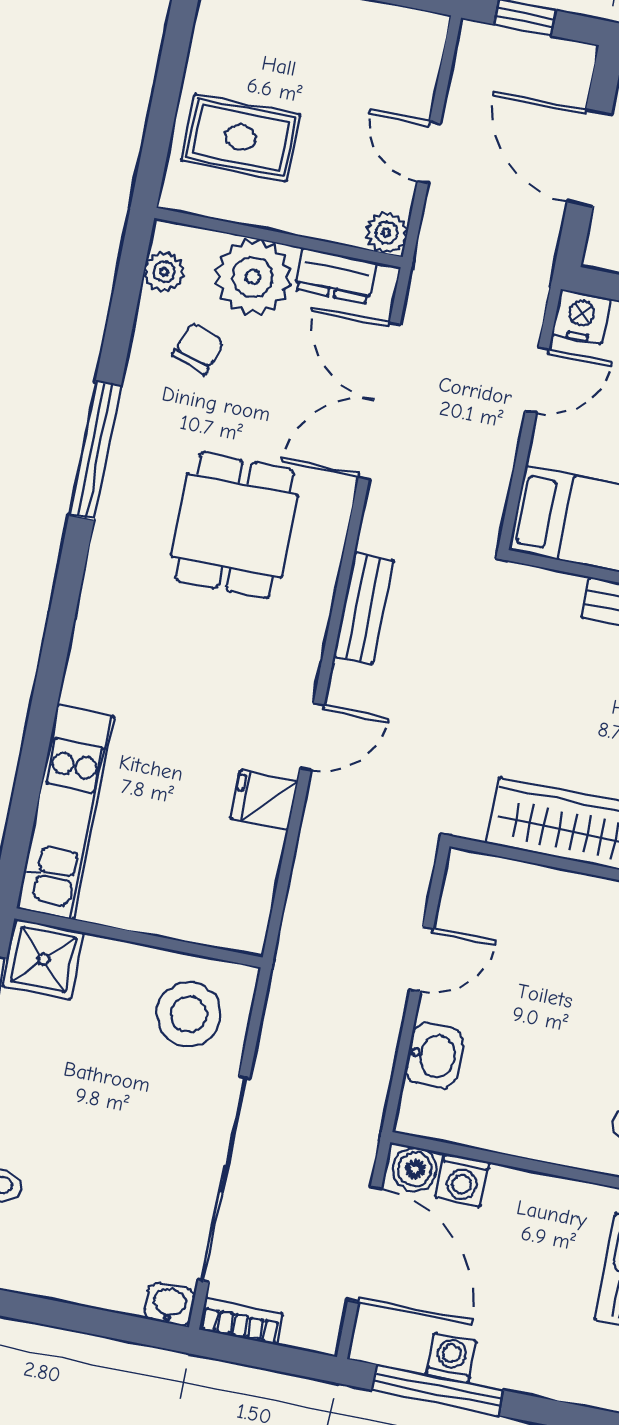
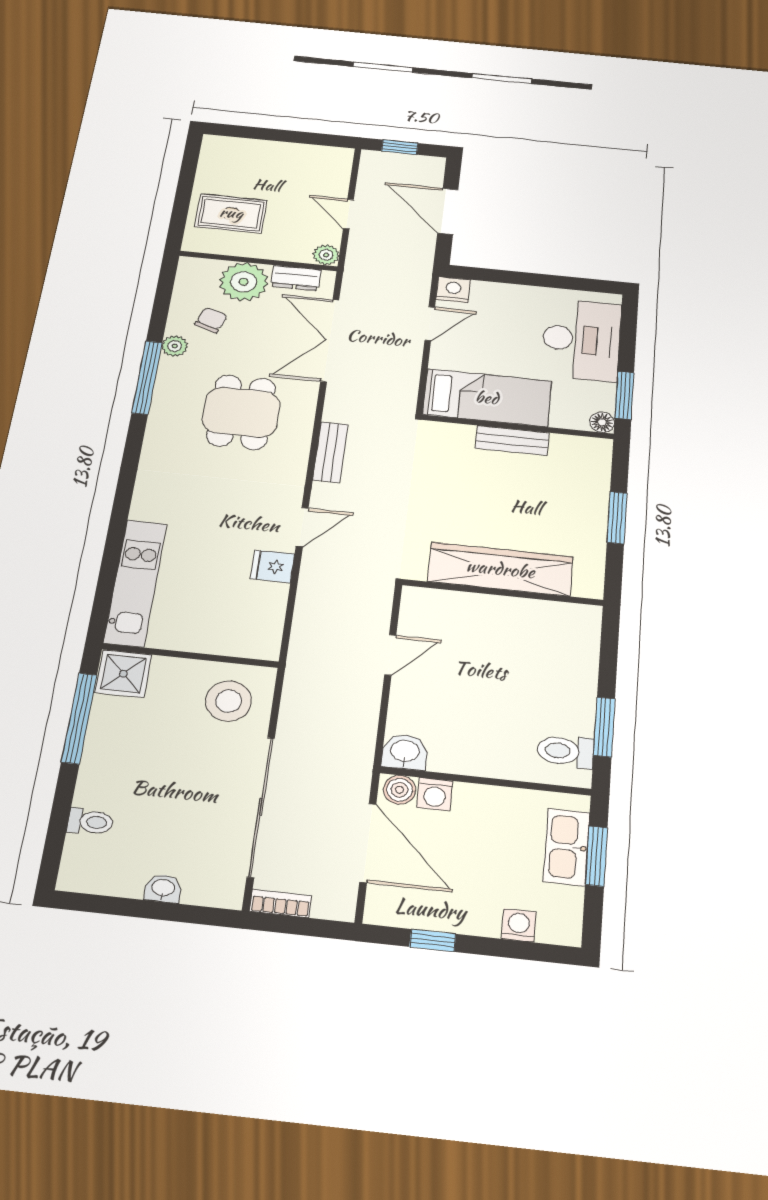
plant: (164, 272) -> (175, 346), moved
washbasin: (434, 1056) -> (405, 752), moved, turned -90
washbasin: (170, 1304) -> (163, 888), moved
washing machine: (451, 1358) -> (519, 925), moved
window: (438, 1390) -> (433, 940), width x0.46

